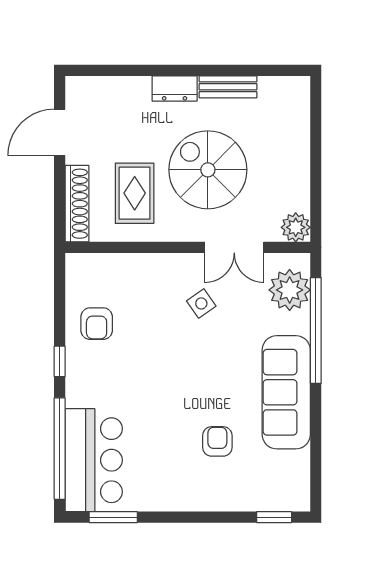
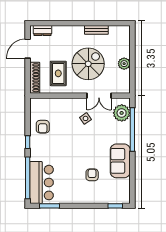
dresser: (175, 88) -> (42, 31), moved
spiral stairs: (208, 170) -> (88, 64), turned 90
plant: (296, 227) -> (124, 64), moved
sofa: (286, 392) -> (120, 161), width x0.73

